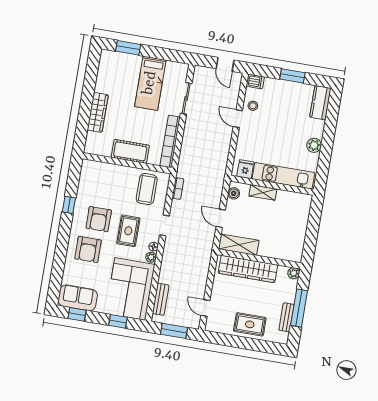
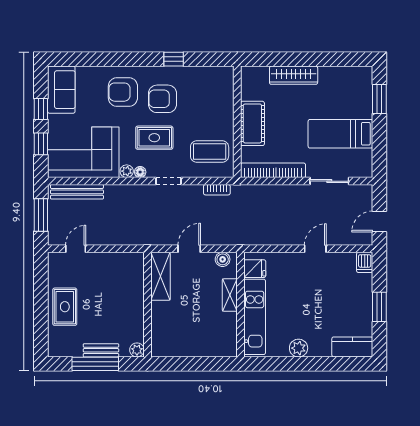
stool: (253, 106) -> (334, 265), removed
wardrobe: (248, 269) -> (133, 293), removed
bench: (161, 299) -> (77, 192), width x1.36
window: (77, 314) -> (41, 109), moved
bench: (286, 317) -> (101, 350), moved

